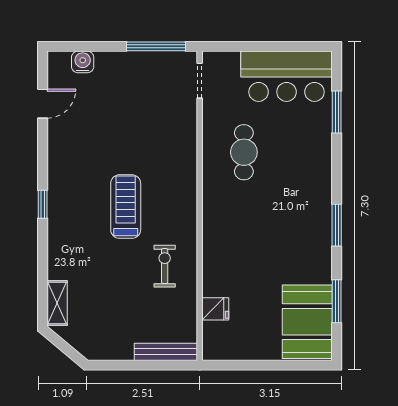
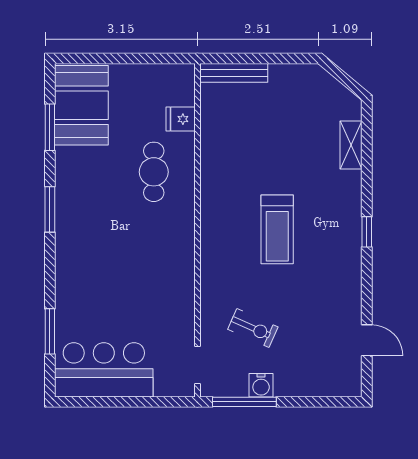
water cooler: (83, 62) -> (261, 385), moved
door: (43, 104) -> (367, 340), swing flipped
cafe table: (244, 152) -> (154, 172), moved
exercise bike: (165, 266) -> (253, 328), moved, turned -66
shelving: (57, 303) -> (351, 145), moved

